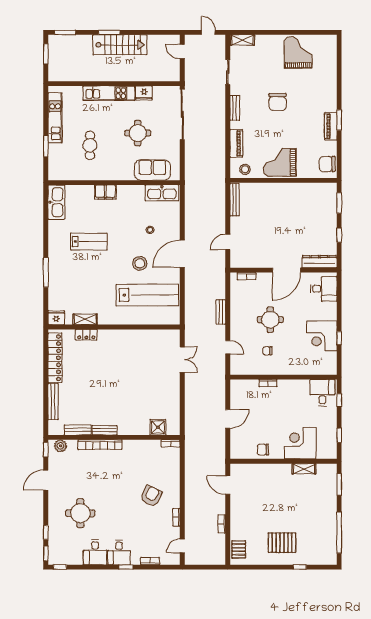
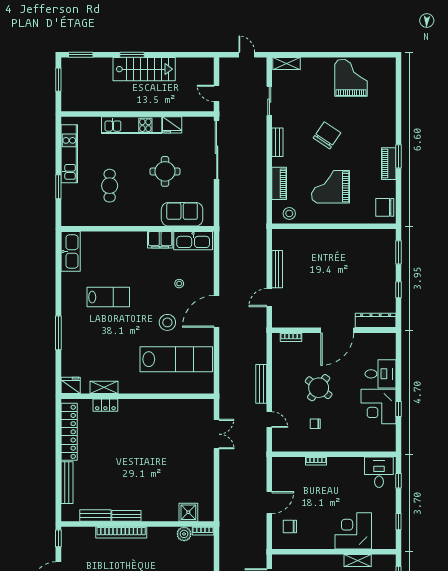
door: (182, 52) -> (217, 93), moved
chair: (278, 102) -> (327, 135), turned -146
grand piano: (280, 162) -> (331, 187), moved
filing cabinet: (105, 192) -> (160, 240), moved
bench: (235, 200) -> (277, 269), moved
desk: (324, 289) -> (380, 374), moved
bench: (221, 312) -> (261, 384), width x1.36
round table: (270, 320) -> (319, 388), turned 37
plant: (60, 446) -> (184, 534), moved
chair: (263, 450) -> (290, 527), moved

